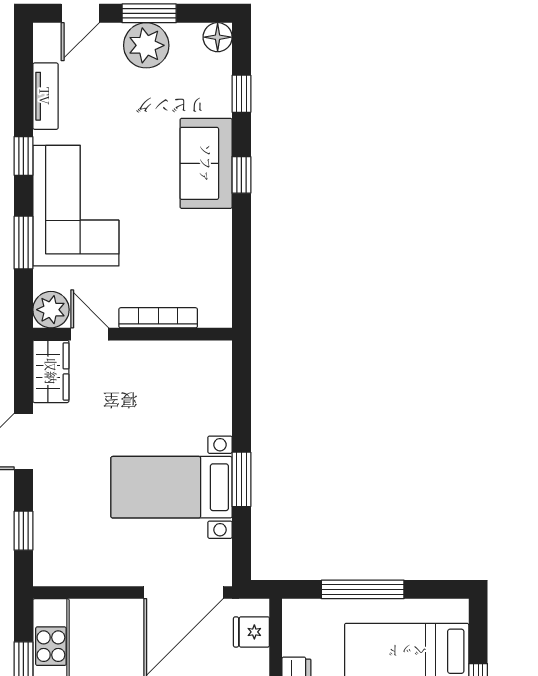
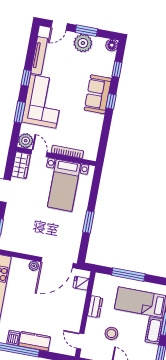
tv unit: (45, 96) -> (39, 56), width x1.41
bed with nightstands: (171, 487) -> (64, 185), moved, turned -90
plant: (128, 611) -> (34, 266), added

